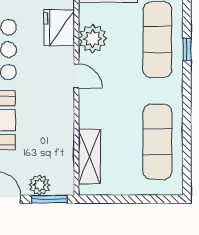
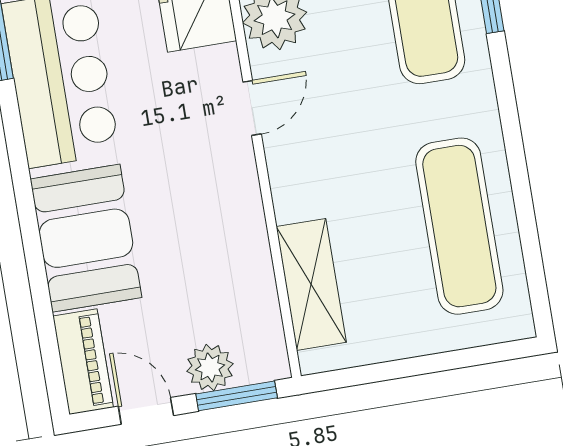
door: (76, 76) -> (252, 108), hinge flipped

